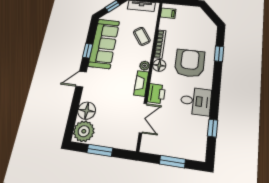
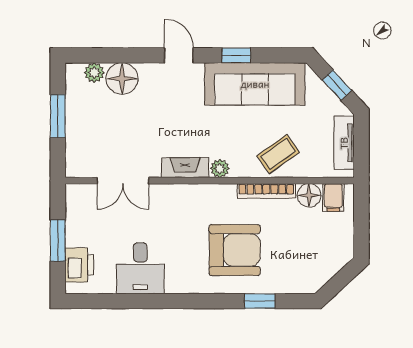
floor lamp: (159, 65) -> (309, 195), moved
printer: (156, 94) -> (79, 265), moved, turned -90
desk: (196, 101) -> (140, 268), moved
window: (213, 128) -> (122, 301), removed
plant: (84, 131) -> (94, 73), width x0.53, depth x0.53

